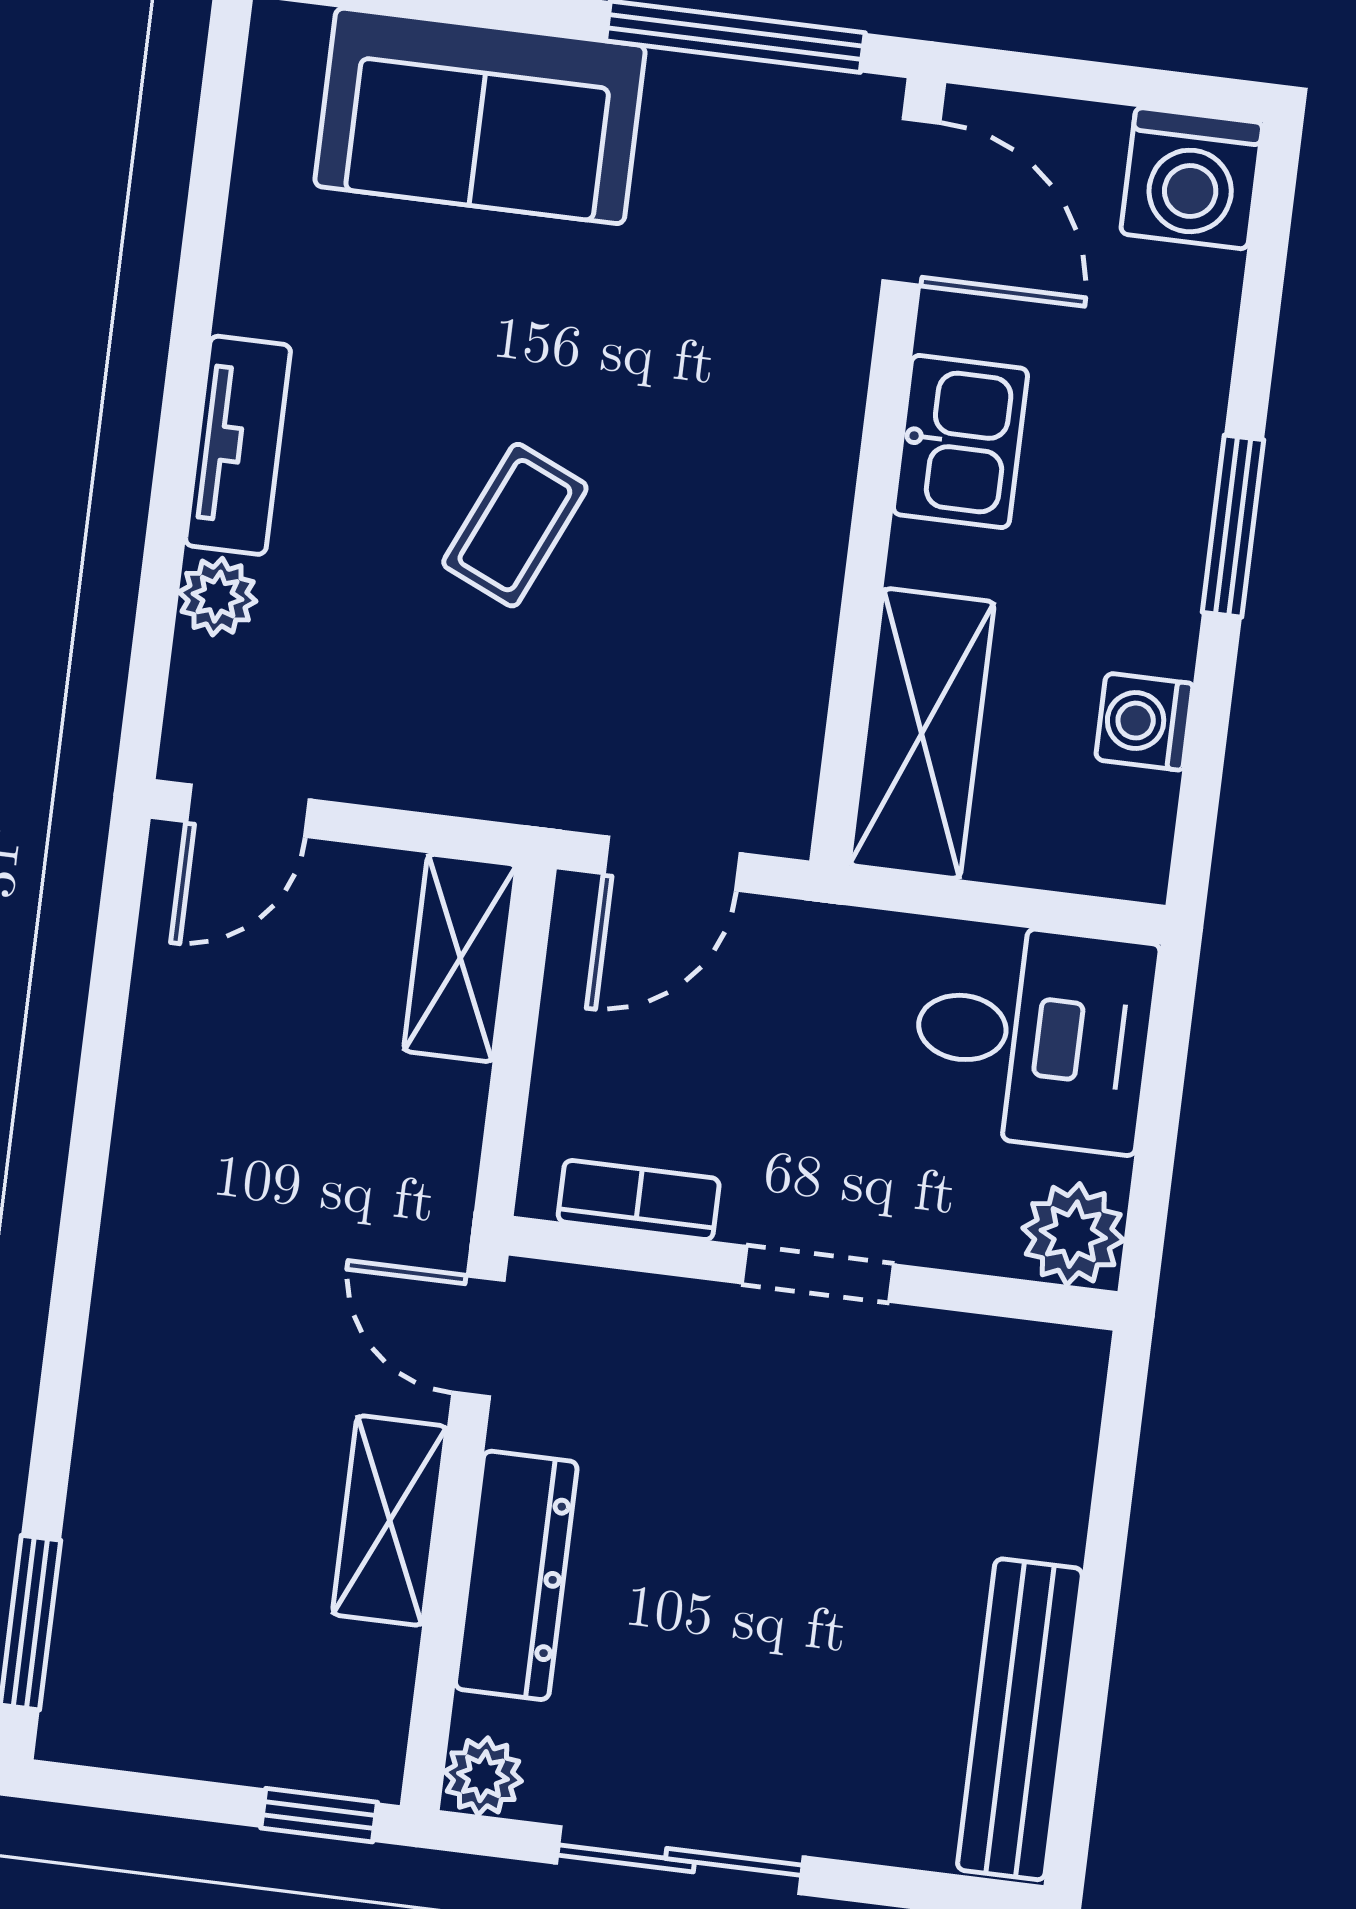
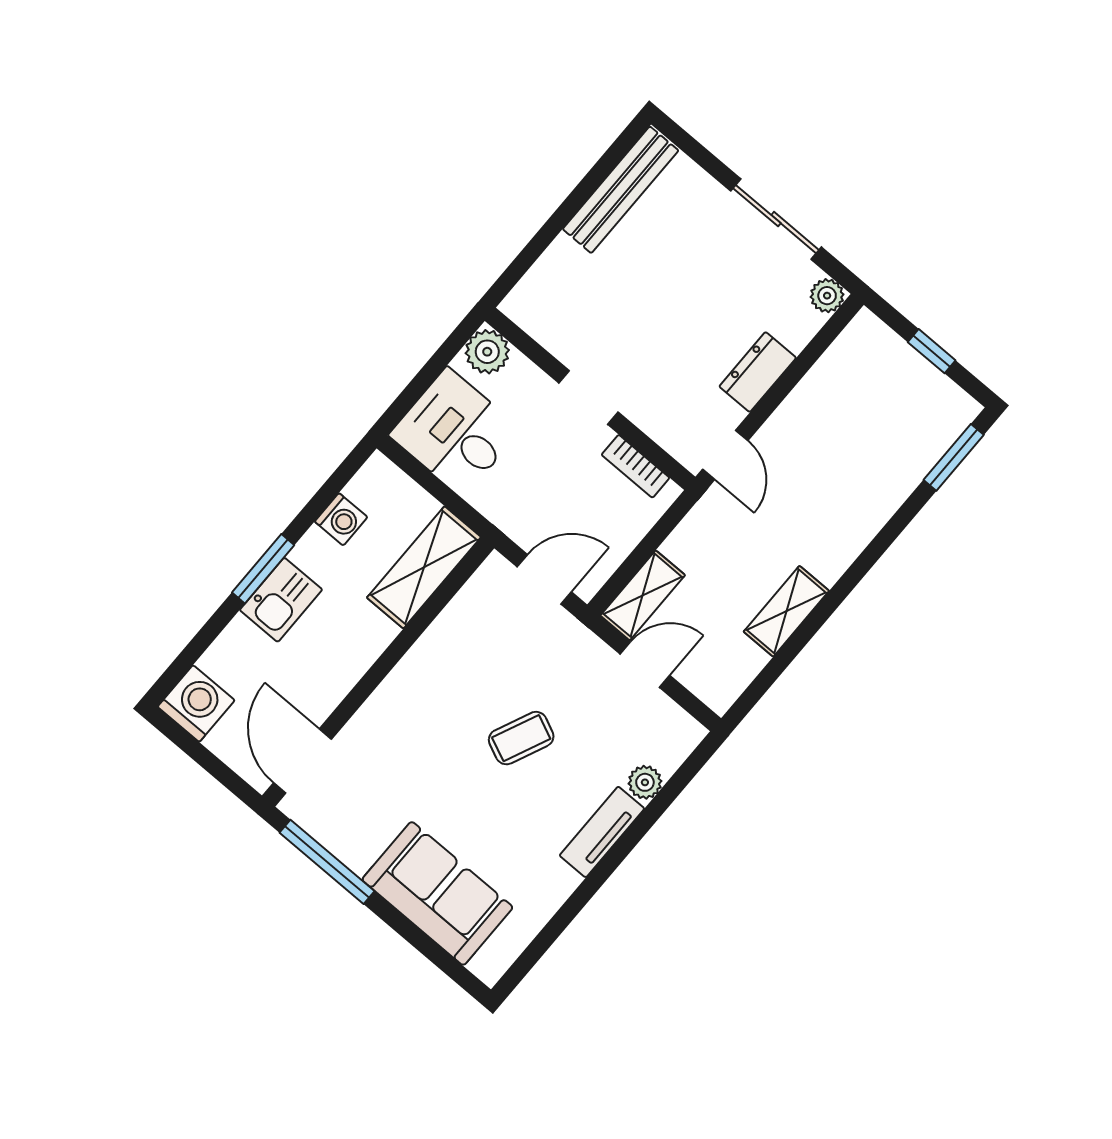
kitchen sink: (960, 441) -> (281, 600), moved, turned 180
door: (248, 811) -> (645, 665), moved
shelving: (390, 1520) -> (786, 611), moved
dresser: (516, 1575) -> (758, 372), width x0.70
window: (319, 1815) -> (932, 351), moved

